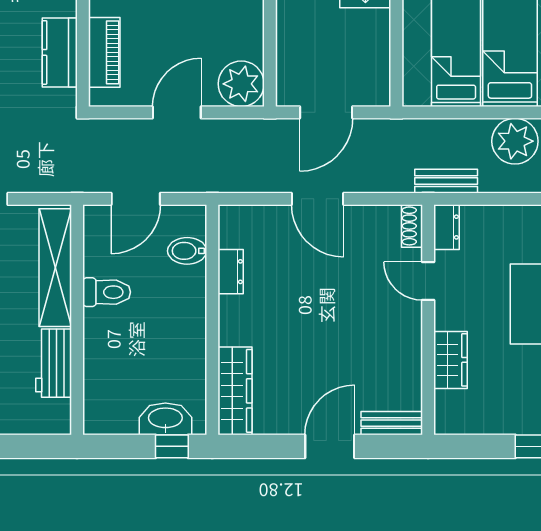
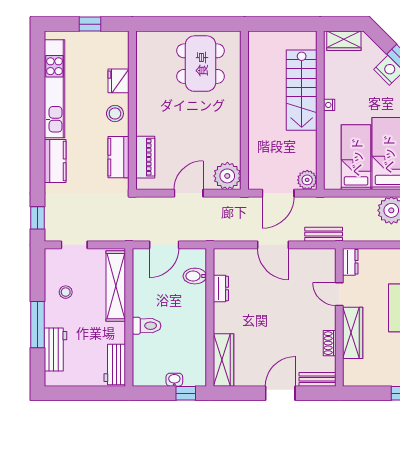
plant: (374, 90) -> (307, 180), added
bench: (446, 181) -> (324, 234), moved
shoe rack: (412, 226) -> (330, 343), moved
toilet: (107, 292) -> (147, 326), moved
wardrobe: (450, 360) -> (353, 333), width x1.50
workbench: (54, 363) -> (115, 364), moved
washbasin: (165, 419) -> (174, 380), width x0.52, depth x0.69

